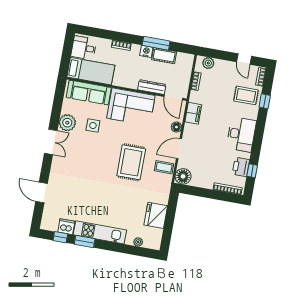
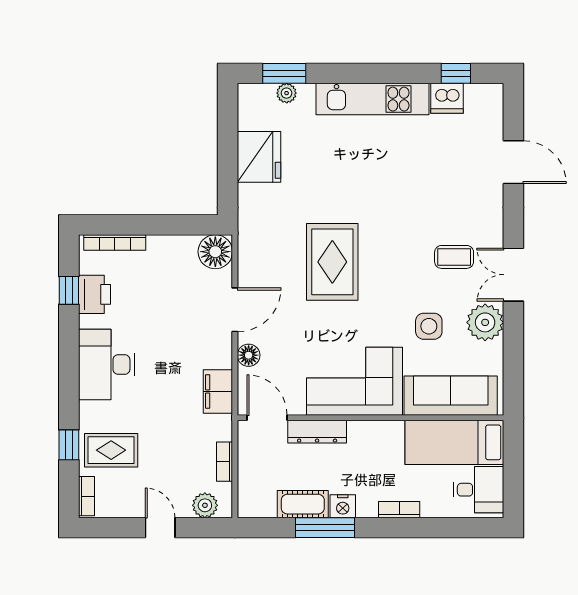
door: (244, 59) -> (160, 528), moved
coffee table: (164, 167) -> (454, 257), moved
window: (85, 242) -> (284, 73), moved

